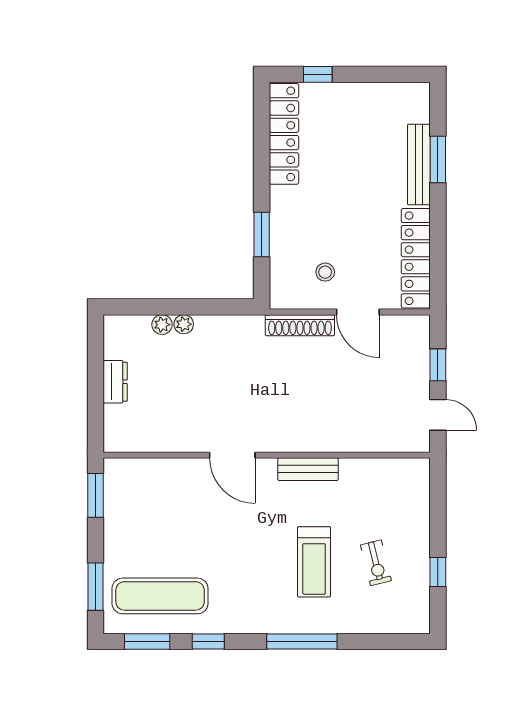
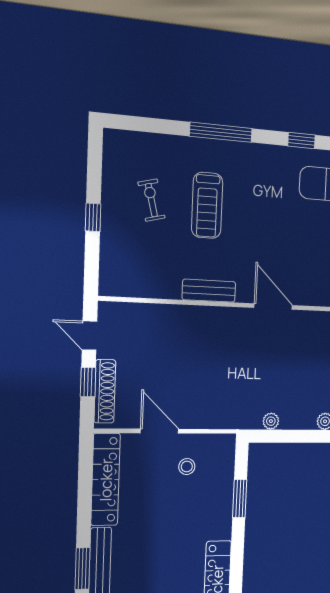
plant: (184, 324) -> (271, 421), moved
shoe rack: (300, 325) -> (105, 391), moved, turned 90
treadmill: (314, 562) -> (207, 205), turned 180
window: (438, 572) -> (93, 217), moved

